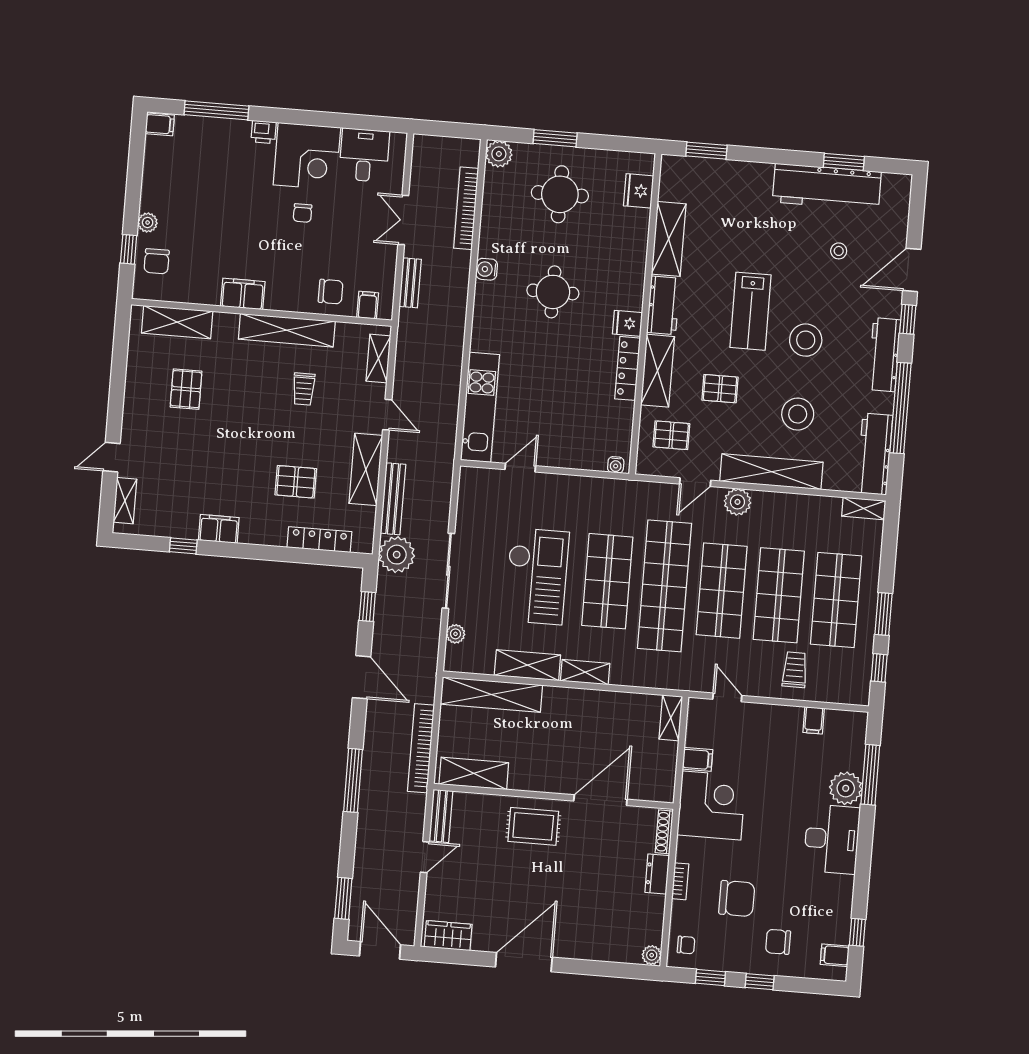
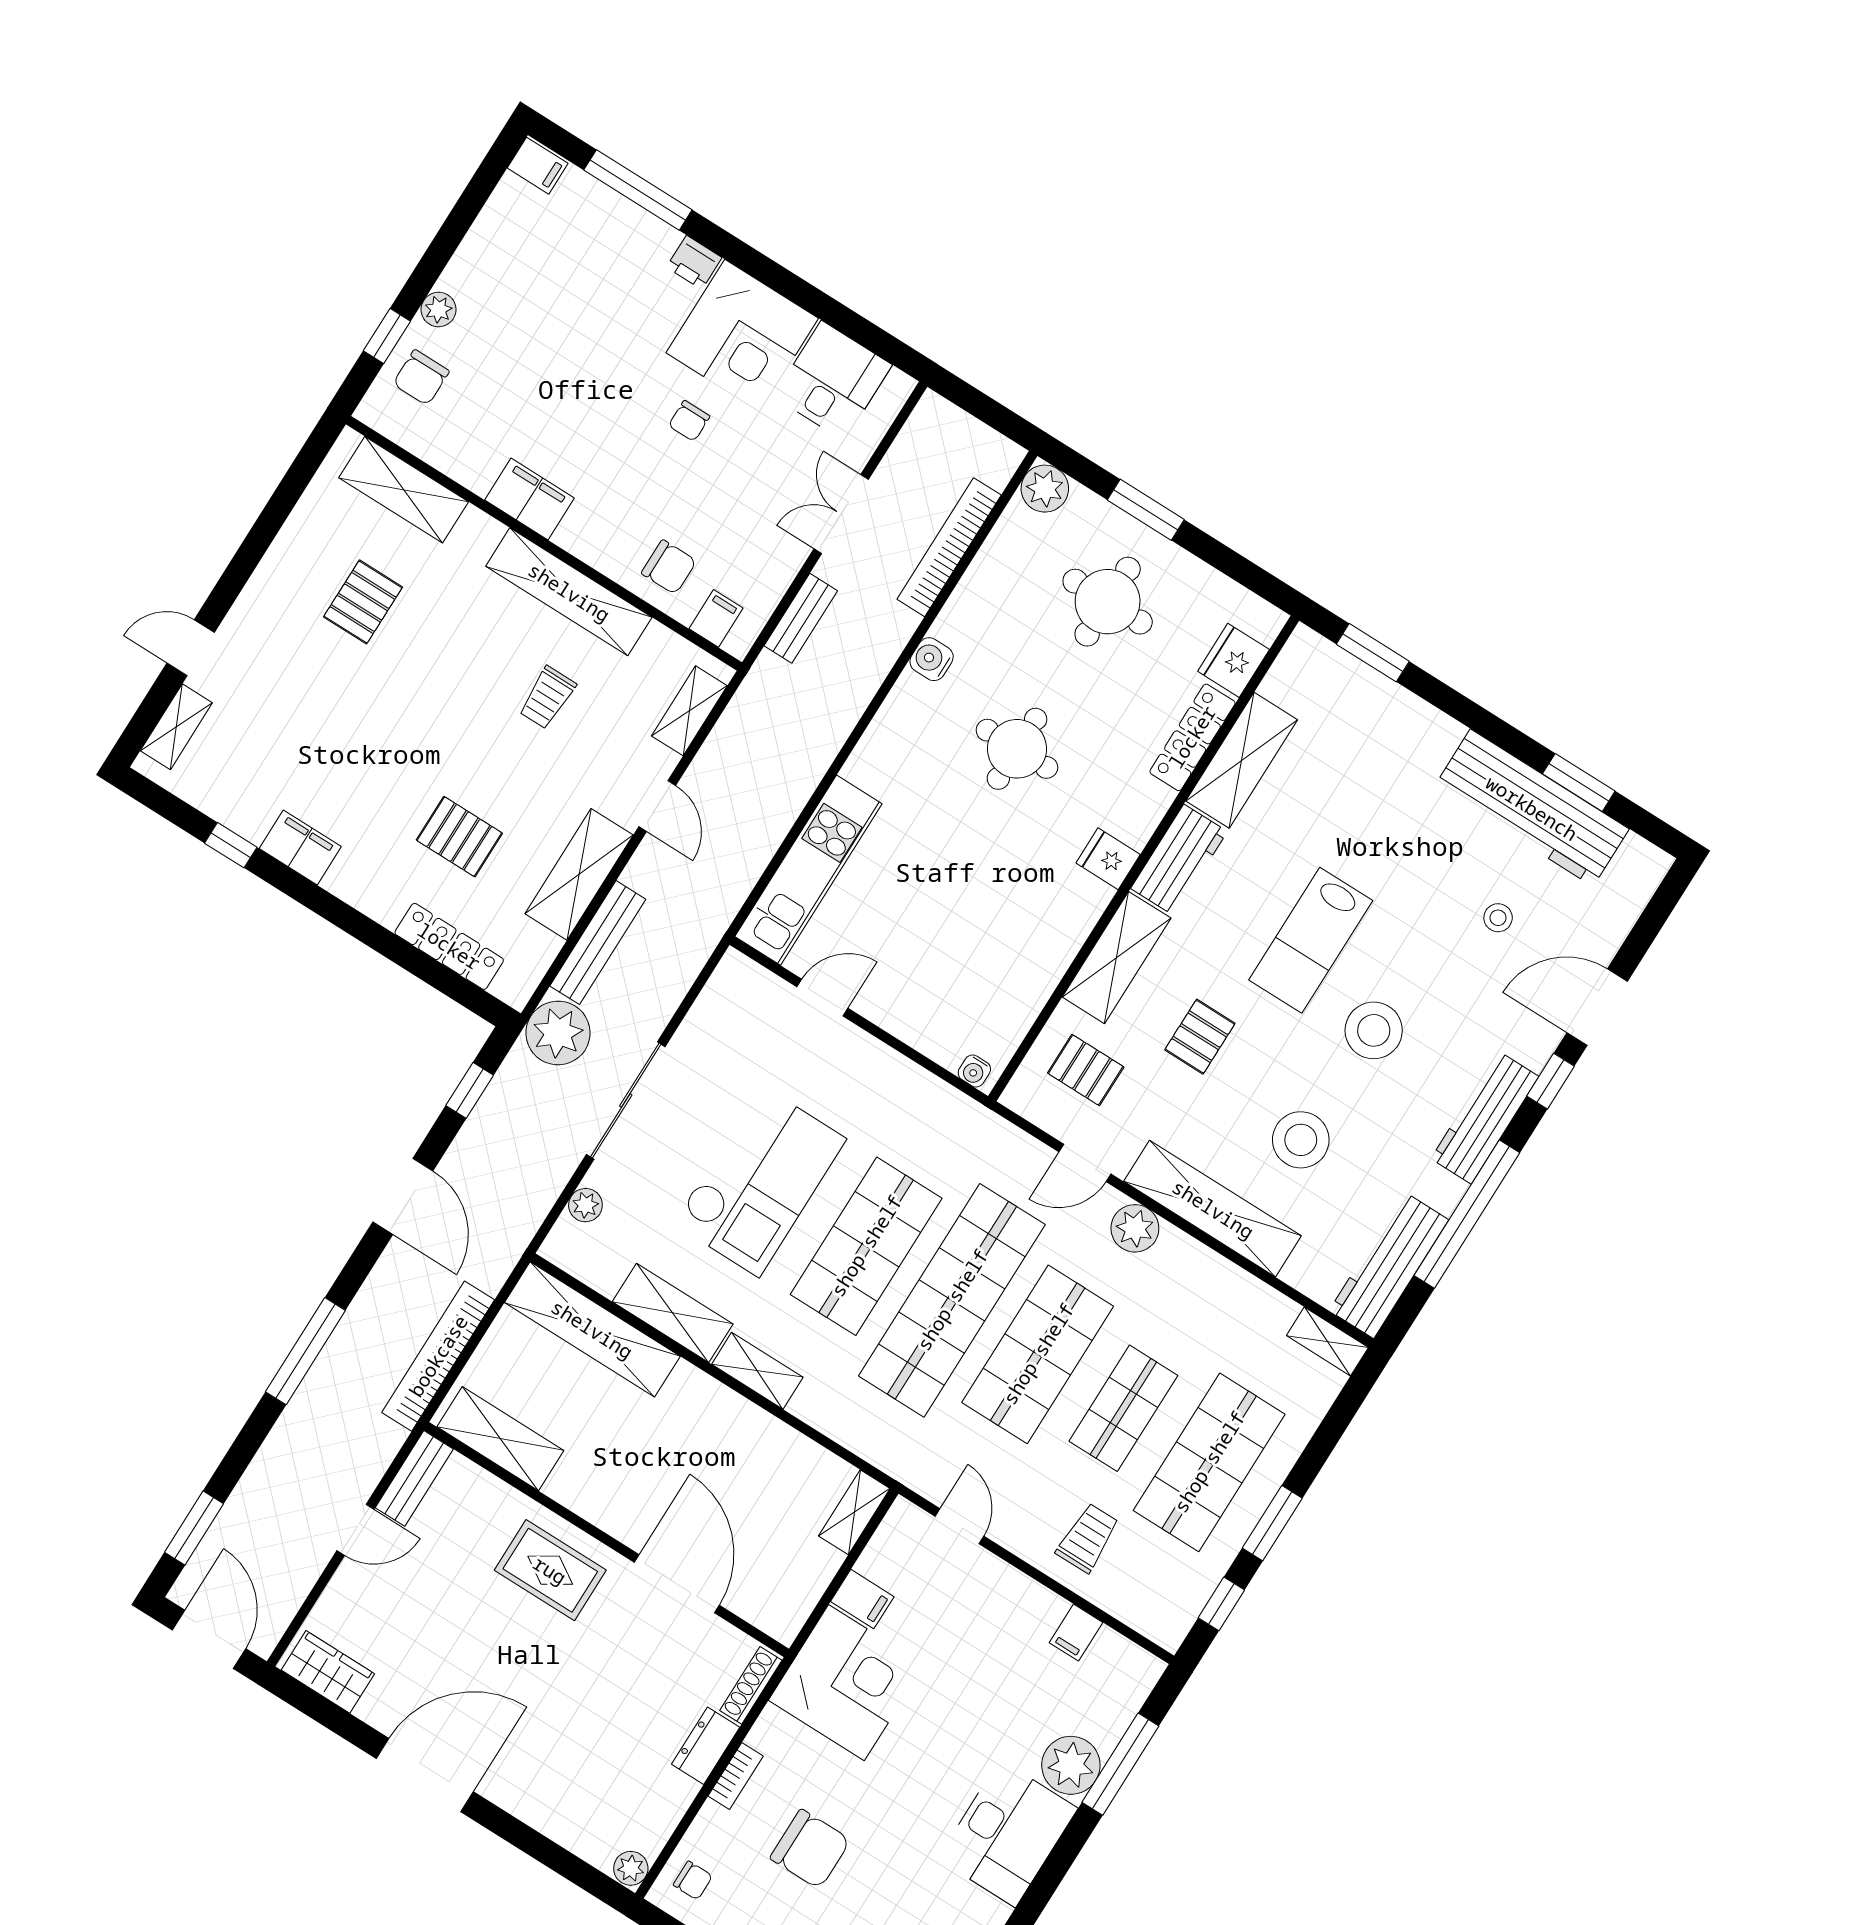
locker: (628, 368) -> (1192, 737), moved
pallet: (720, 389) -> (1200, 1037), turned 90
shop shelf: (779, 595) -> (1123, 1408), width x0.70, depth x0.74
door: (600, 800) -> (677, 1584), hinge flipped

